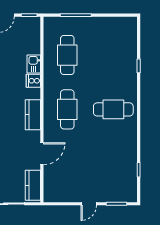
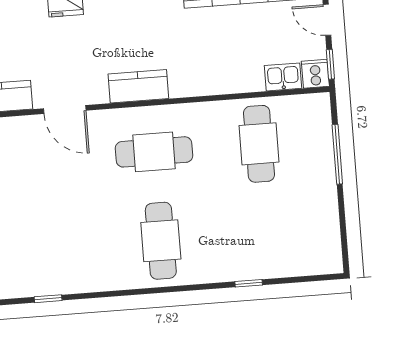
cafe table: (67, 55) -> (259, 144), turned 90
kitchen sink: (34, 64) -> (283, 77), moved
cooker: (33, 81) -> (315, 74), moved

